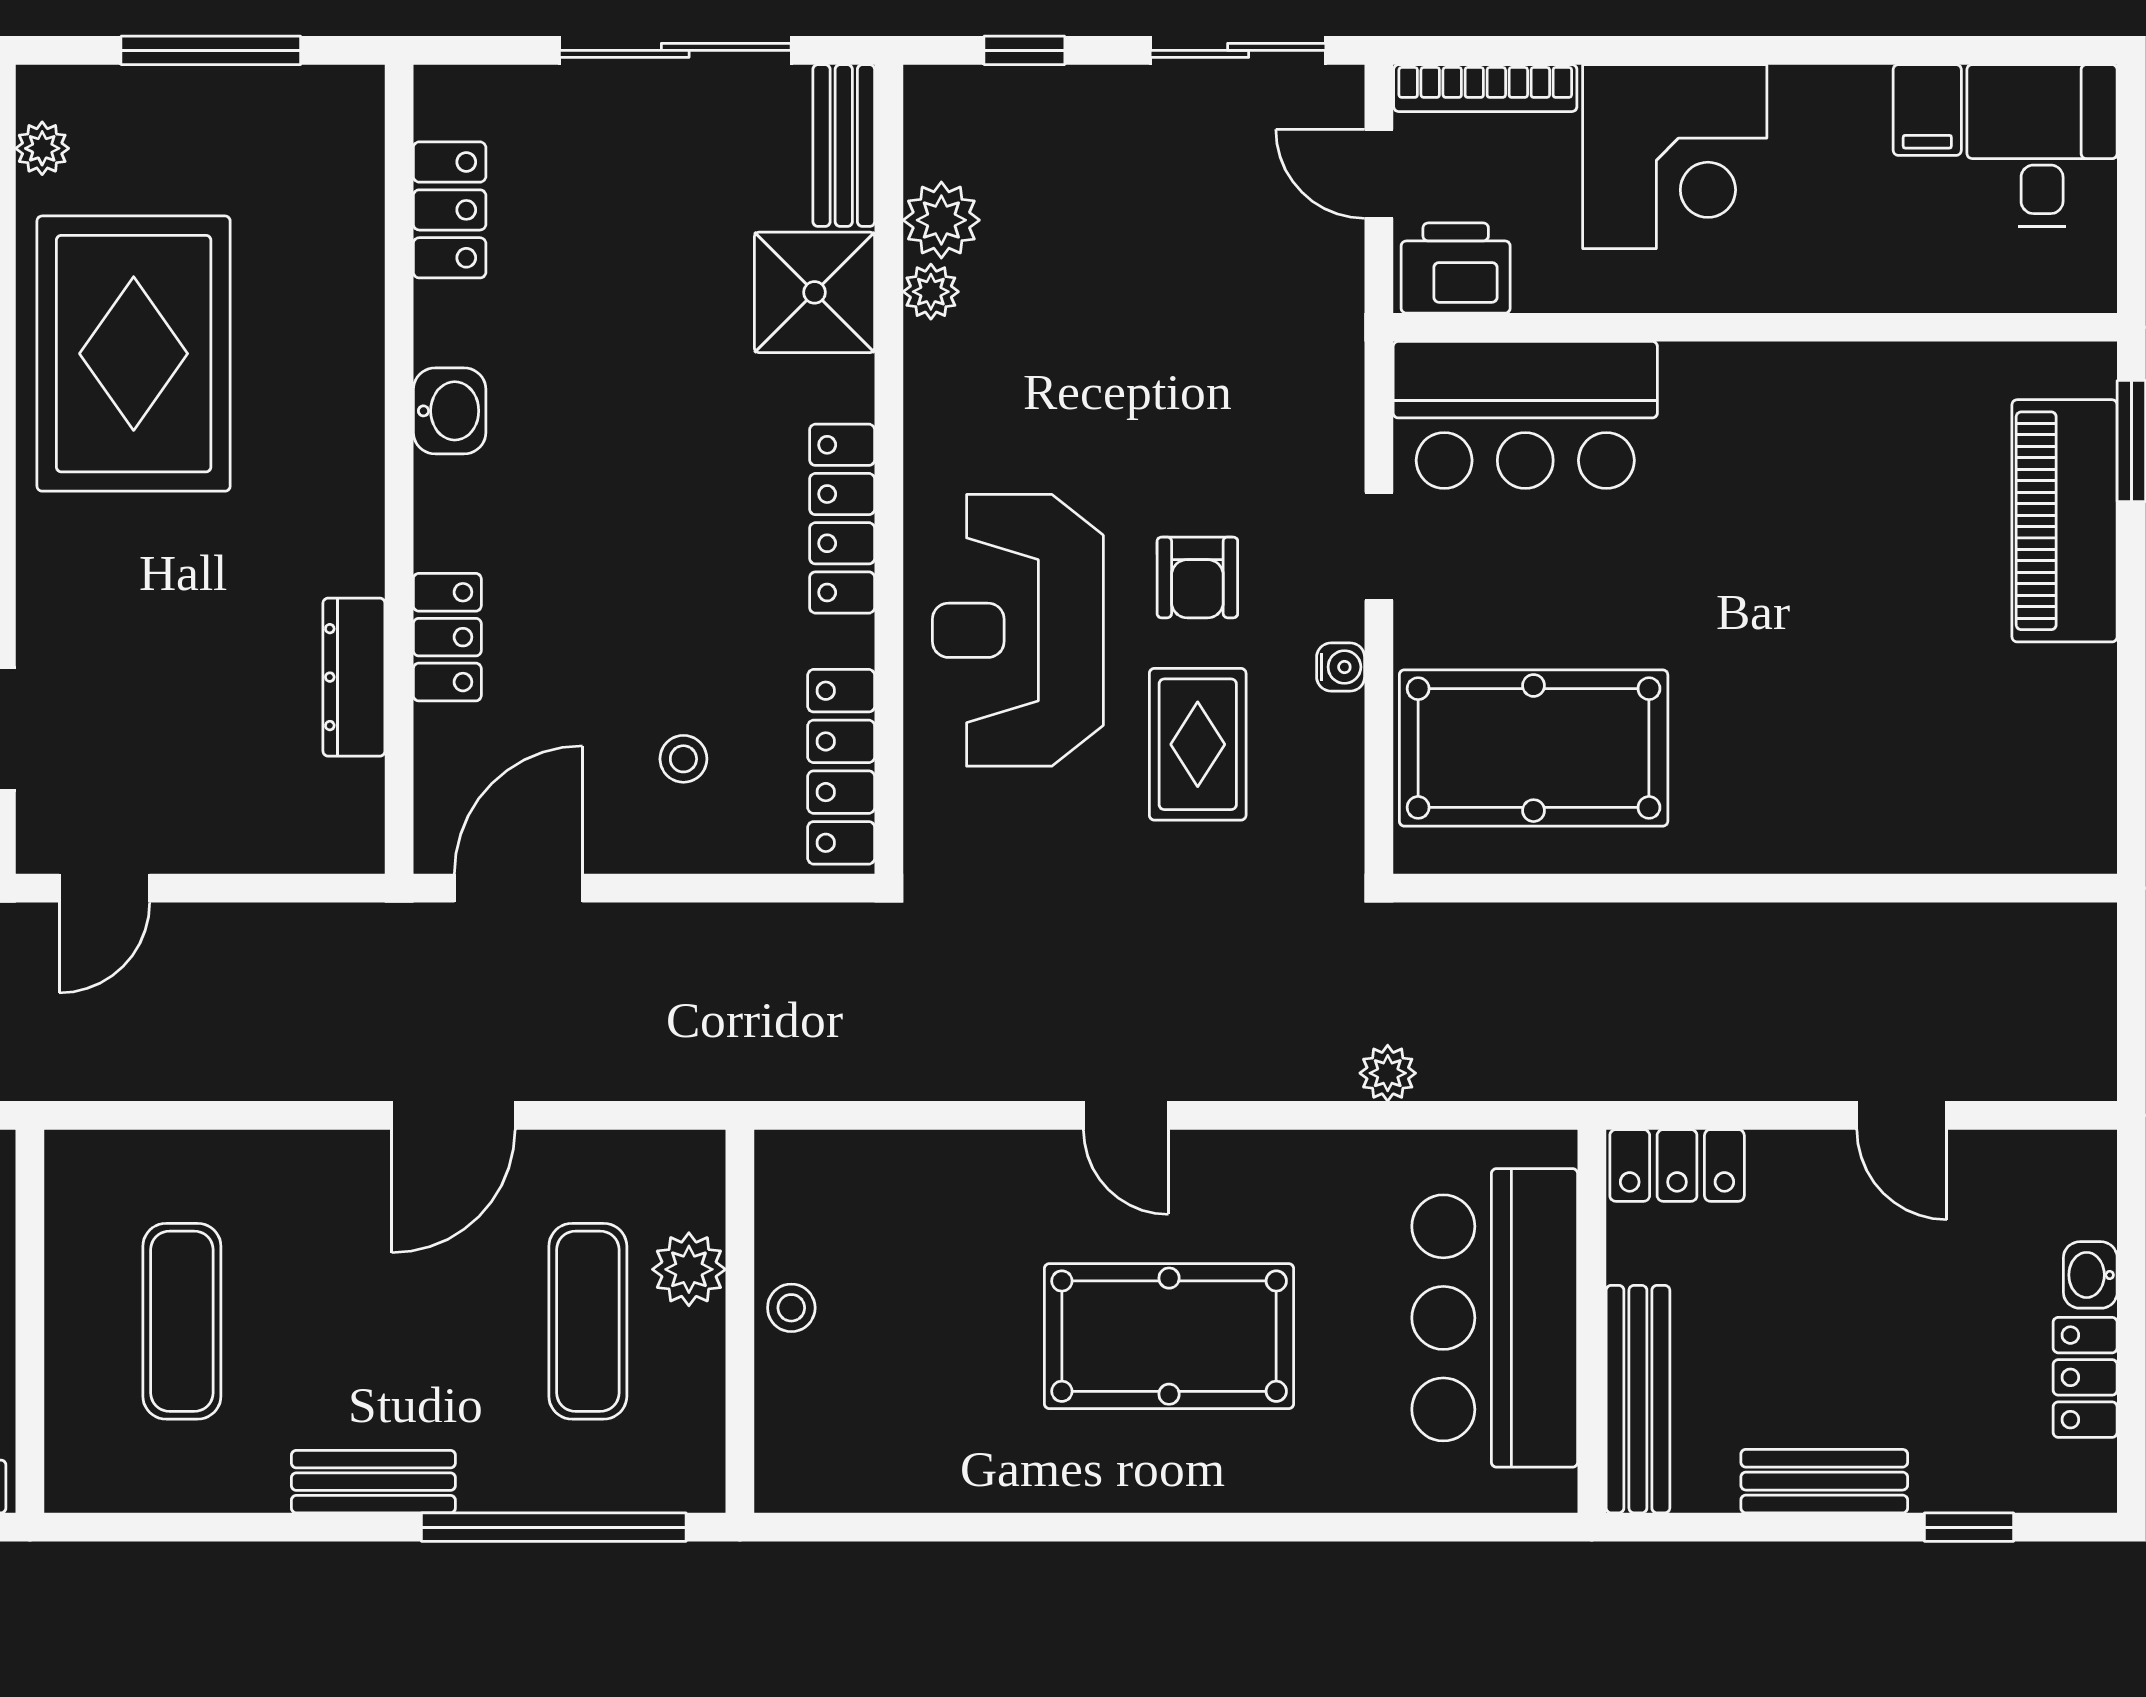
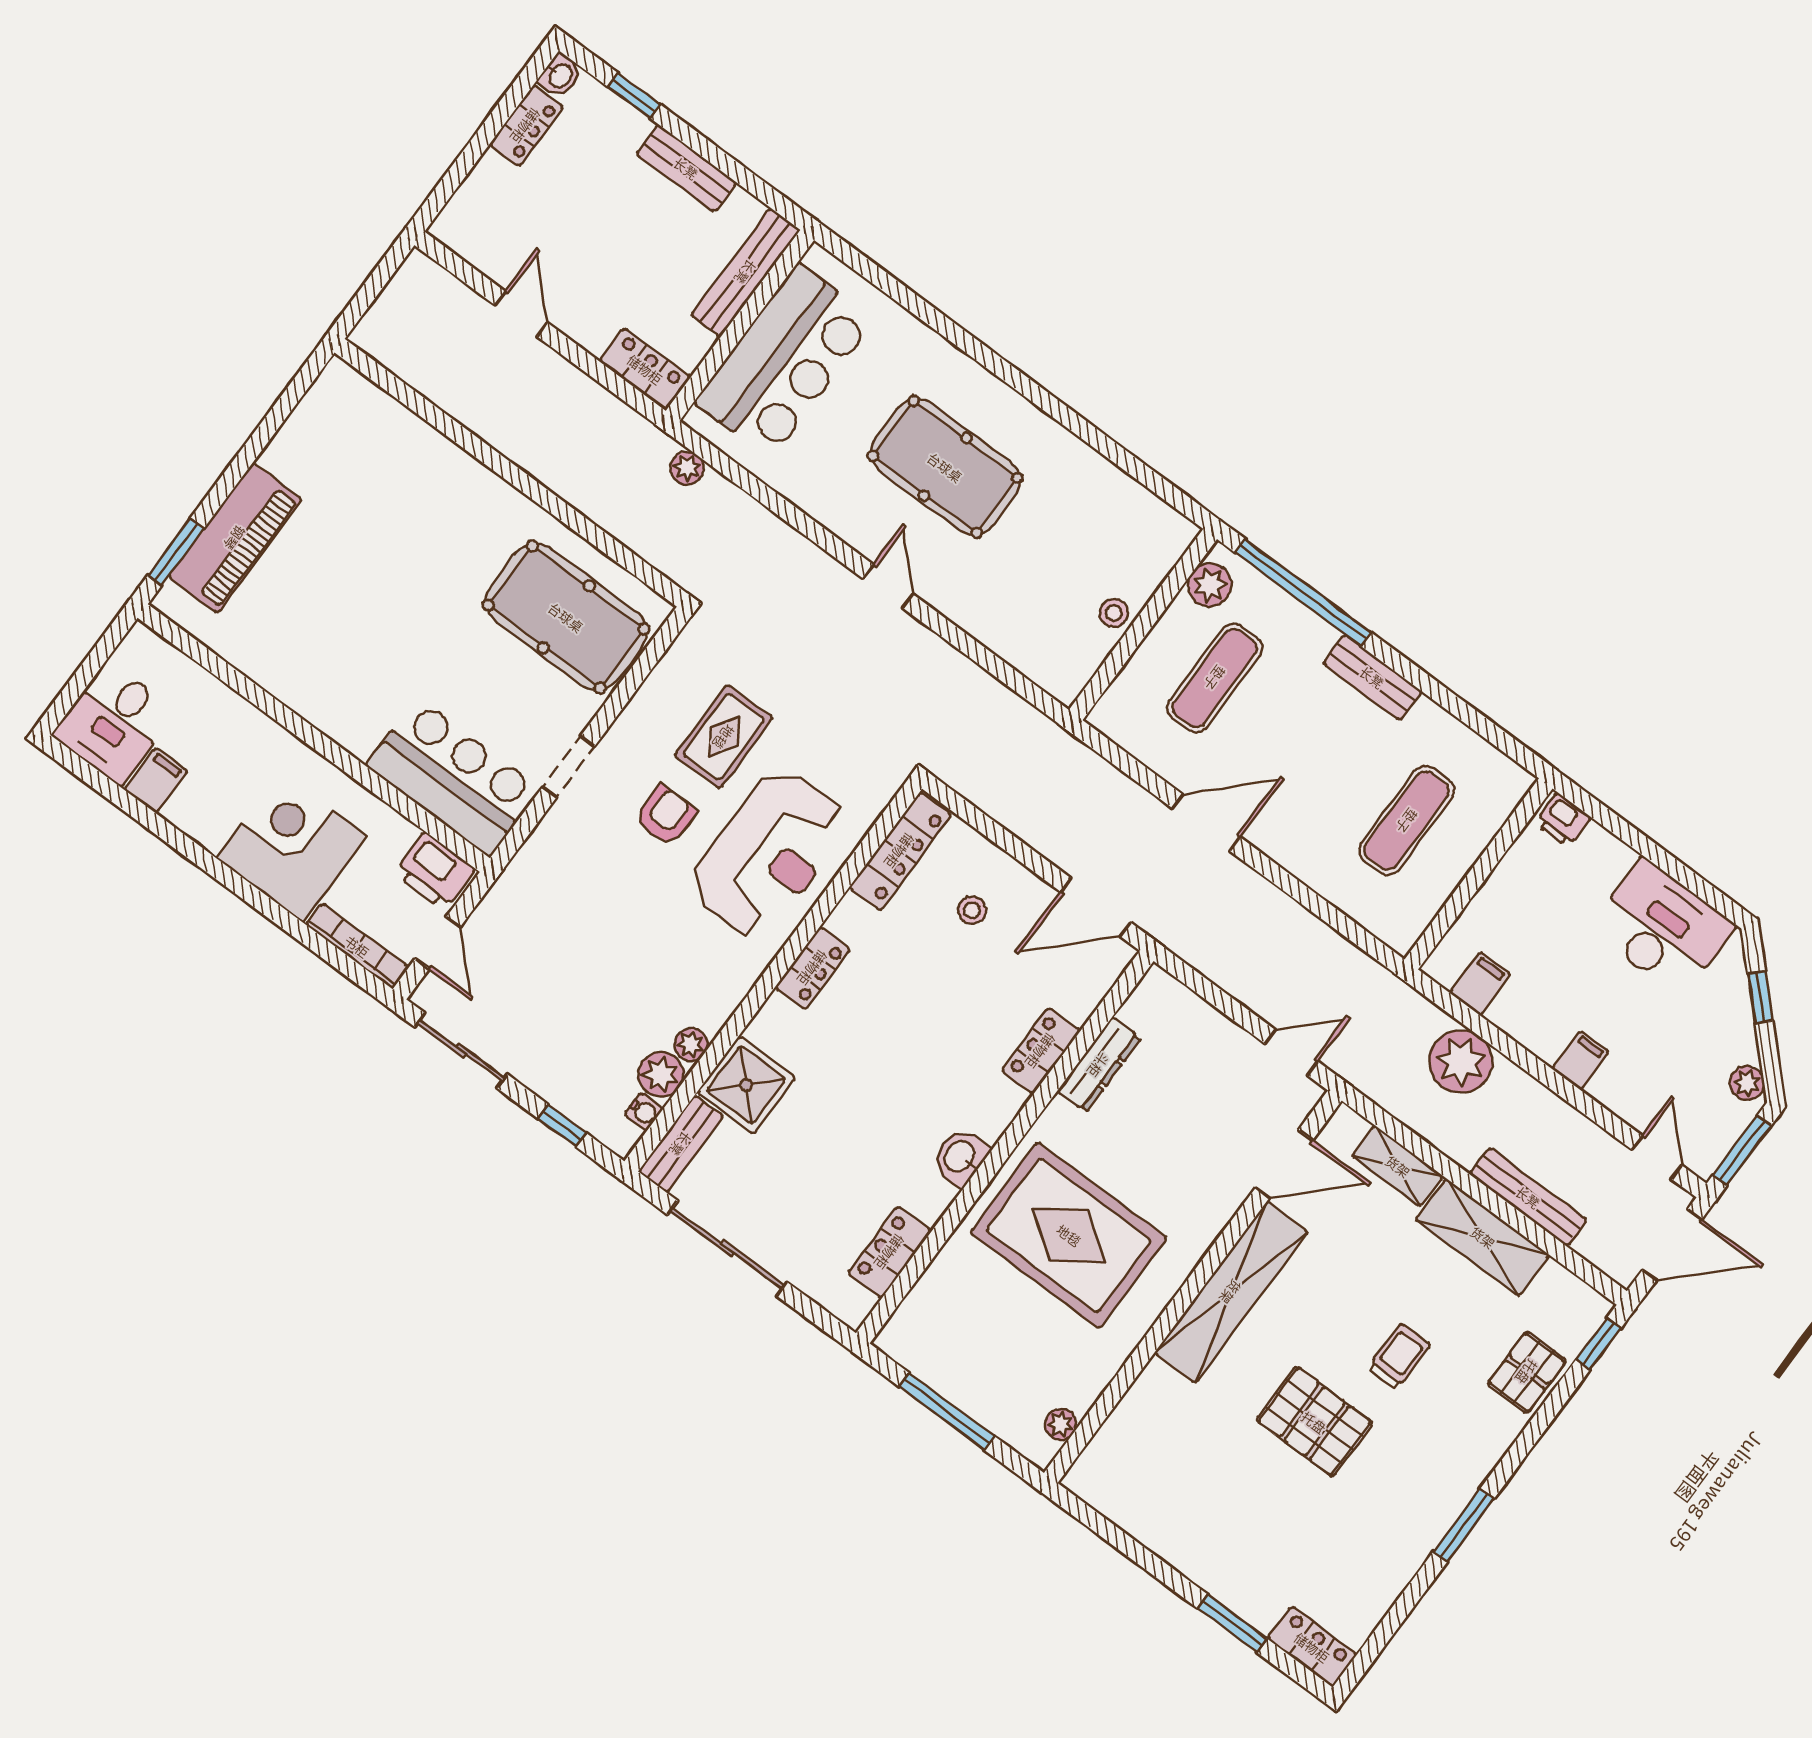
rug: (134, 354) -> (1069, 1235), moved, turned 90
locker: (842, 519) -> (813, 968), width x0.66
water cooler: (1341, 667) -> (644, 1112), moved, turned 180
plant: (1388, 1073) -> (687, 468), moved
plant: (689, 1269) -> (1210, 585), moved
washbasin: (2090, 1275) -> (560, 75), moved

